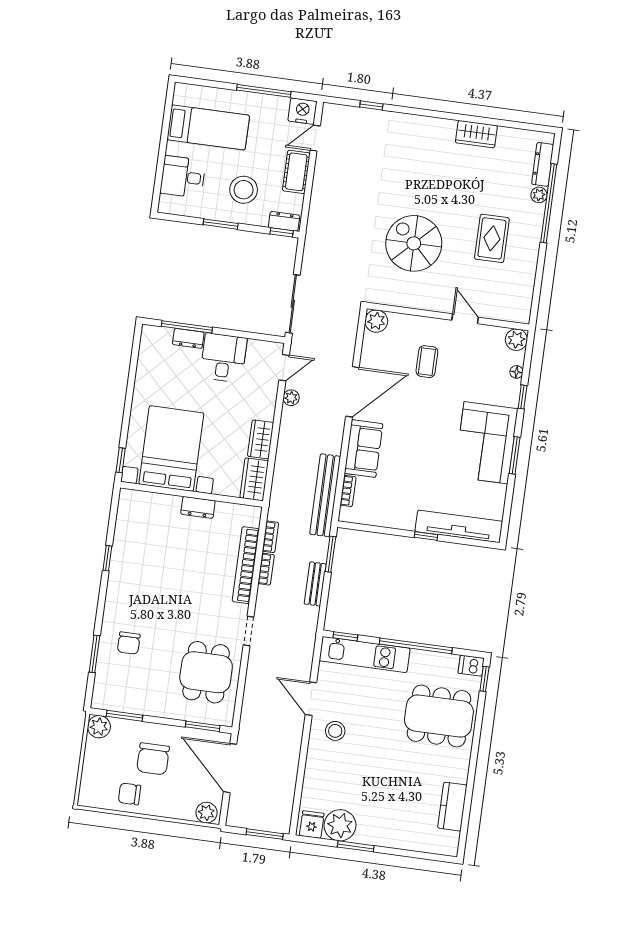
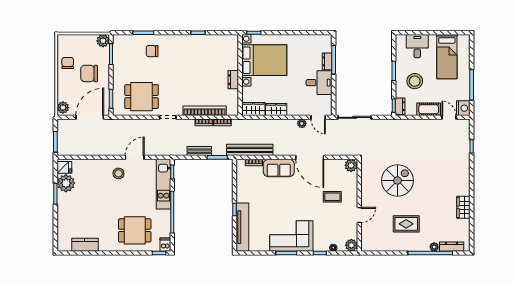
dining table: (439, 716) -> (135, 230), width x0.73

